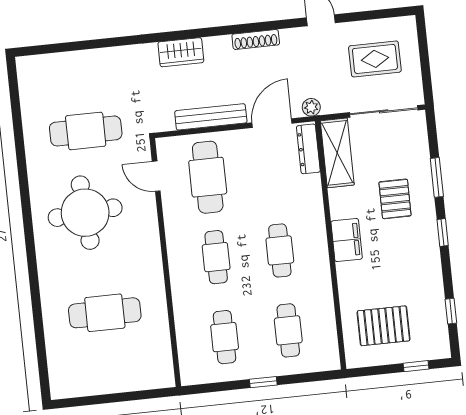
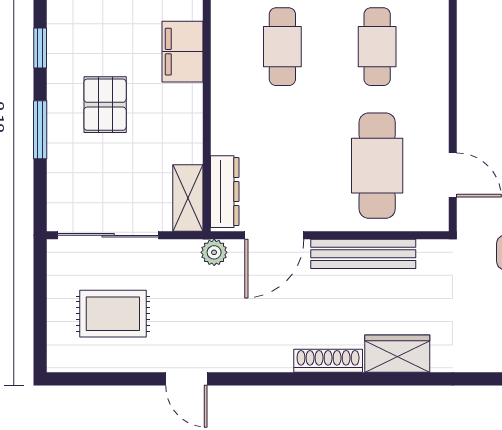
shoe rack: (256, 39) -> (328, 361), moved
shelving: (337, 153) -> (188, 198), width x0.67, depth x0.75

